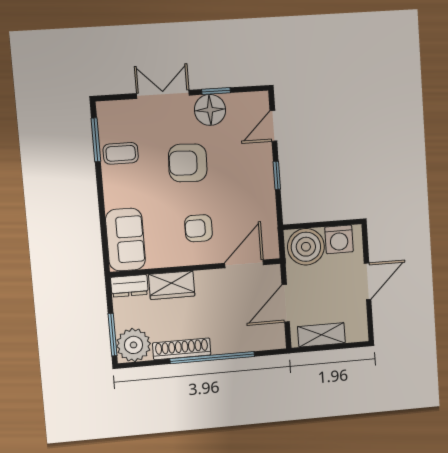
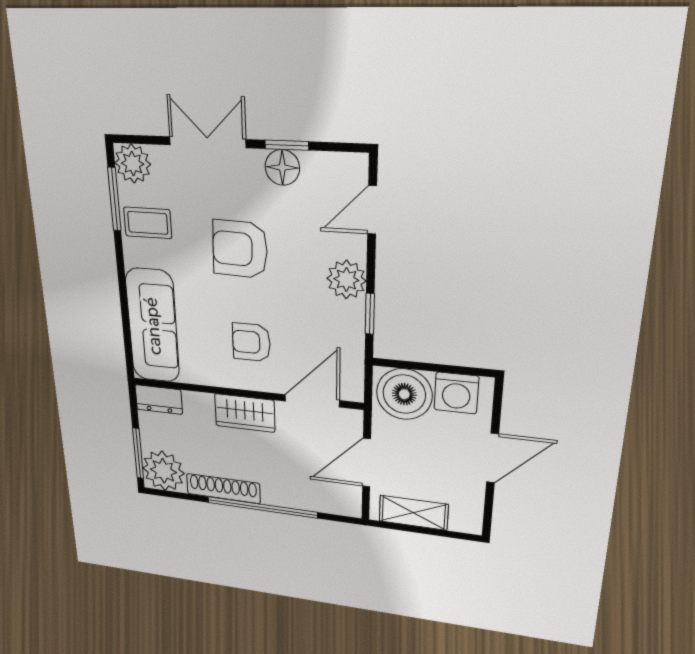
floor lamp: (210, 110) -> (282, 167), width x0.73, depth x0.73
plant: (110, 114) -> (133, 164), added
plant: (261, 173) -> (346, 280), added
window: (277, 175) -> (370, 314), moved
sofa: (125, 240) -> (153, 326), width x1.36
wardrobe: (172, 285) -> (245, 413), moved

